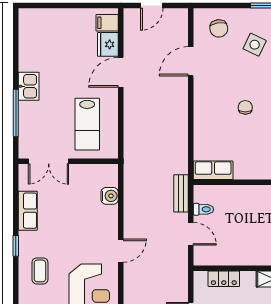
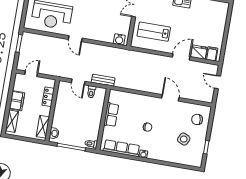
door: (191, 61) -> (170, 98), moved
door: (121, 72) -> (181, 57), hinge flipped
row of seats: (213, 170) -> (111, 115), moved
water cooler: (110, 196) -> (119, 39), moved
door: (191, 234) -> (78, 82), hinge flipped

